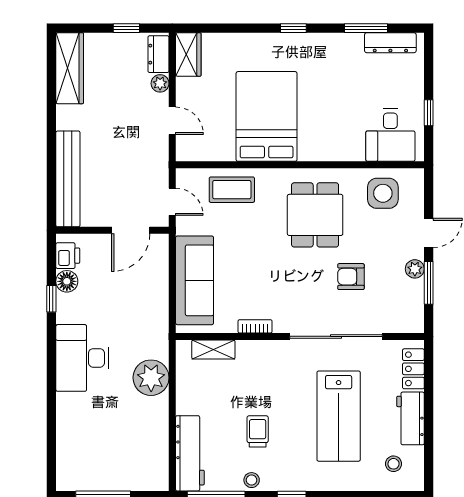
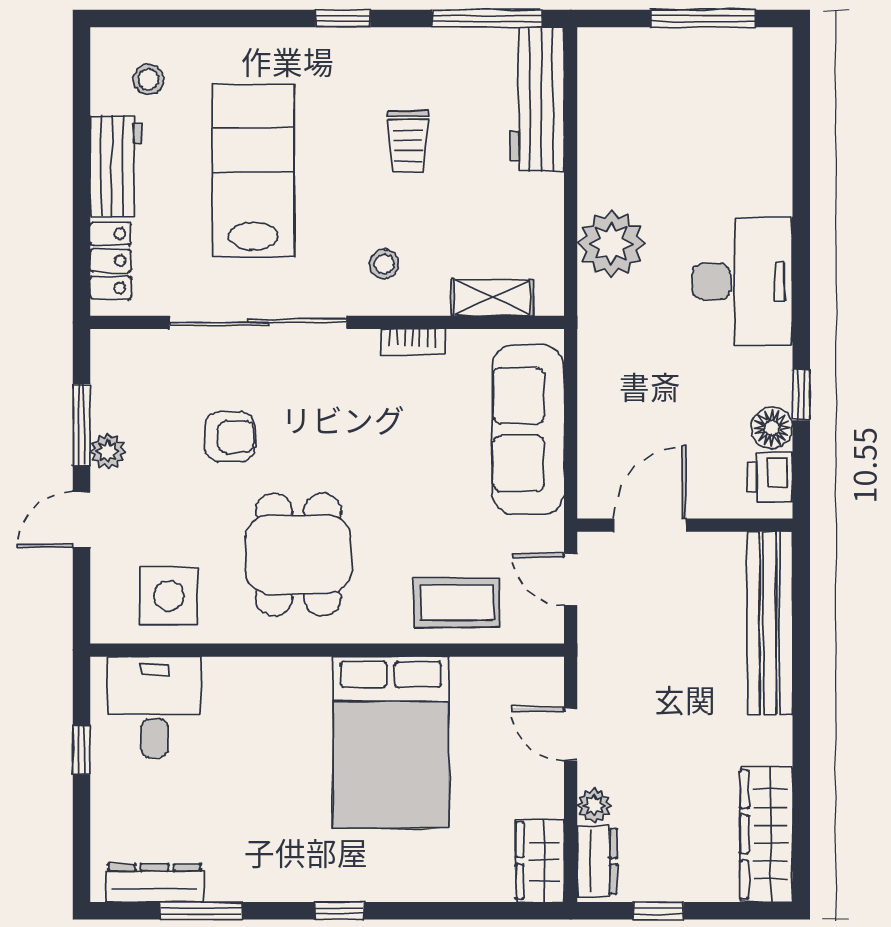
stool: (252, 480) -> (384, 264), moved

